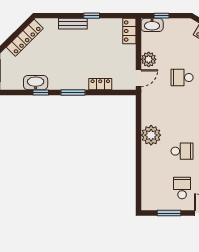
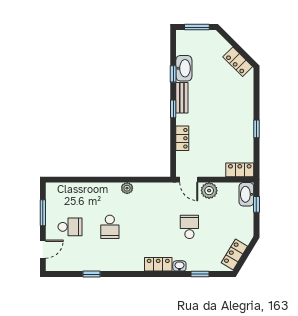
bench: (73, 24) -> (182, 98), moved
locker: (25, 38) -> (238, 62), width x0.66
window: (73, 93) -> (173, 109), width x0.67
plant: (151, 135) -> (127, 188), width x0.53, depth x0.53

